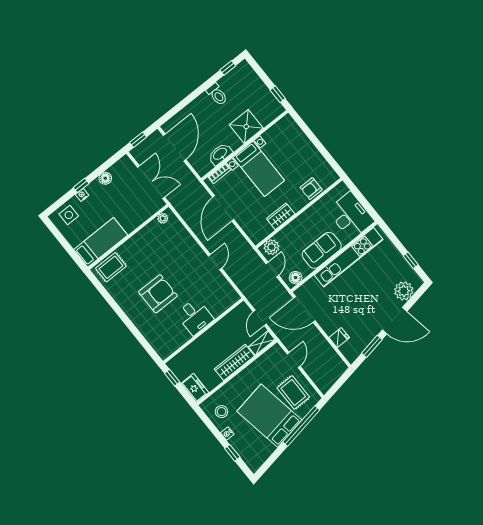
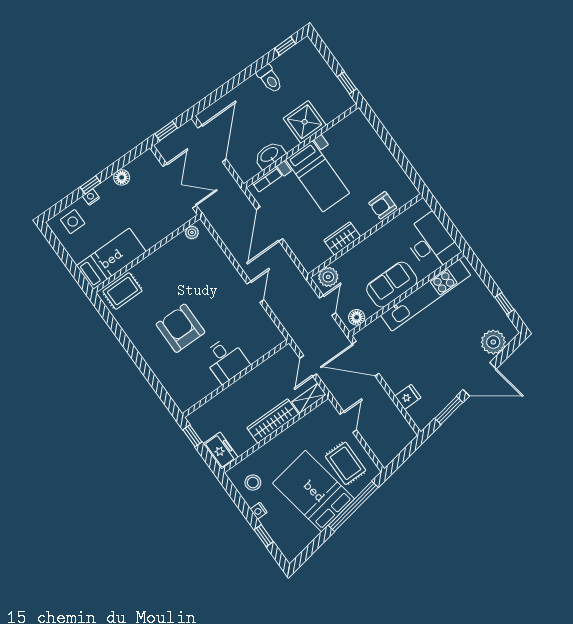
armchair: (158, 294) -> (180, 328), turned -90

